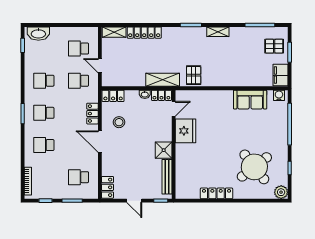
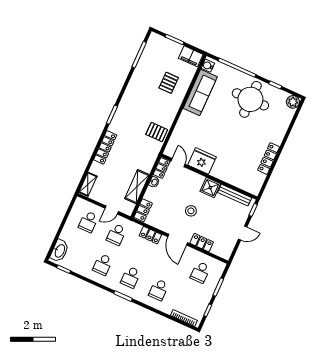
shelving: (218, 32) -> (128, 94), removed
locker: (144, 33) -> (105, 147), moved
pallet: (274, 46) -> (169, 83), moved
shelving: (163, 80) -> (137, 187), moved
sofa: (250, 100) -> (200, 92), width x1.36
stool: (119, 122) -> (191, 211), moved
door: (100, 142) -> (178, 240), hinge flipped
round table: (254, 167) -> (250, 99), moved, turned 38
locker: (107, 187) -> (202, 243), moved

